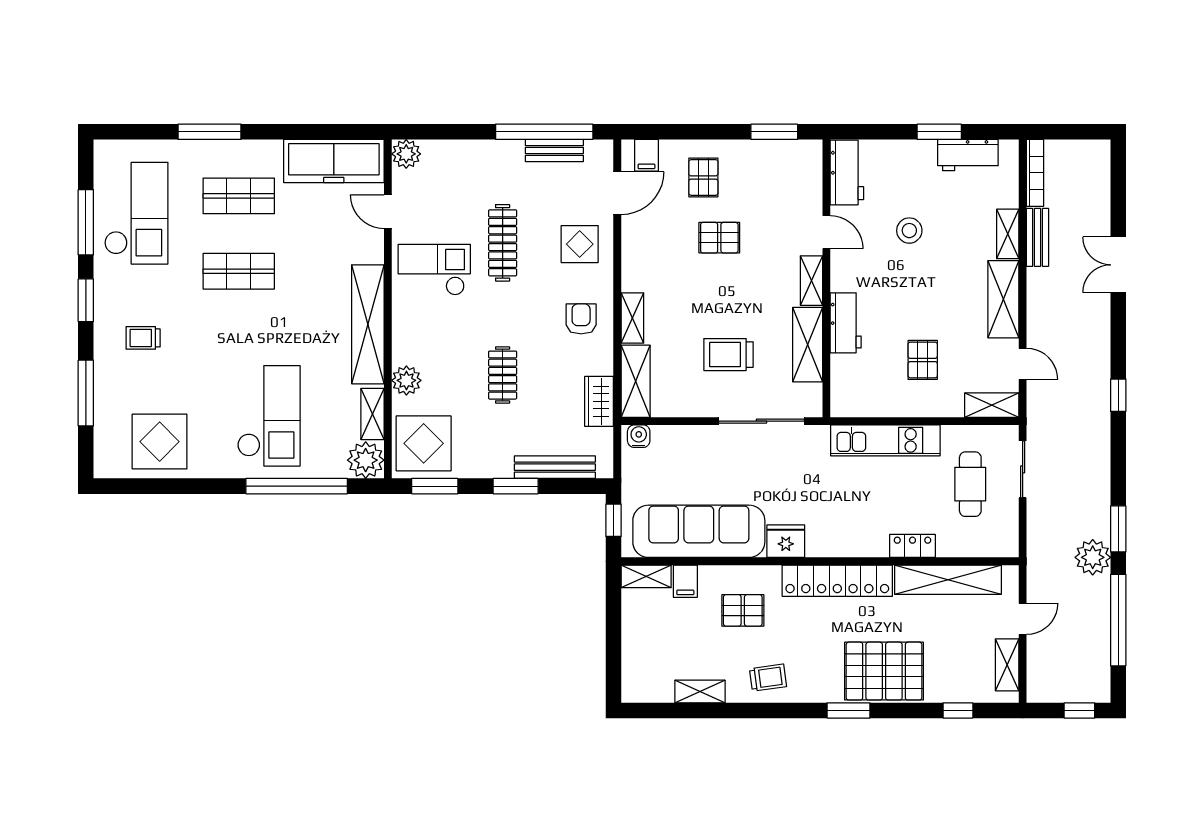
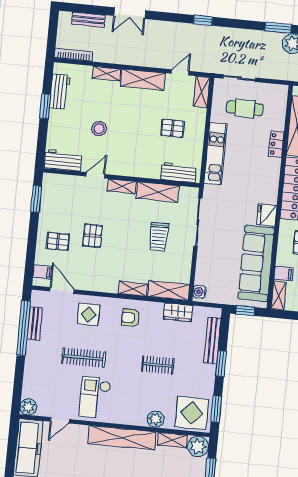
bench: (1038, 237) -> (88, 20), moved
workbench: (846, 323) -> (178, 172), moved

